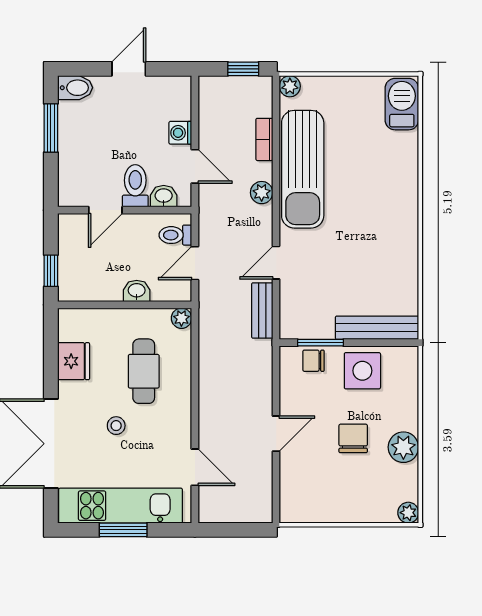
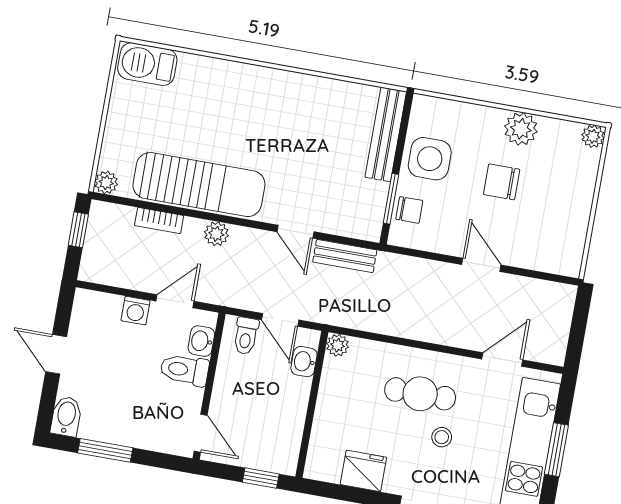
door: (105, 210) -> (201, 433), moved
washbasin: (137, 291) -> (304, 362), moved
chair: (313, 361) -> (409, 210), turned -90
cafe table: (144, 371) -> (420, 394), moved

